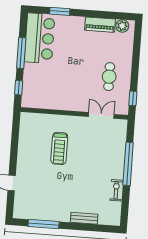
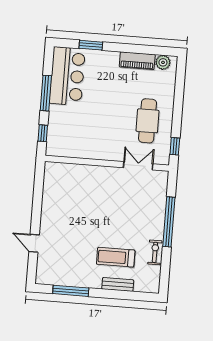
cafe table: (109, 77) -> (148, 121), width x1.37, depth x1.35
treadmill: (59, 148) -> (116, 257), moved, turned 90

